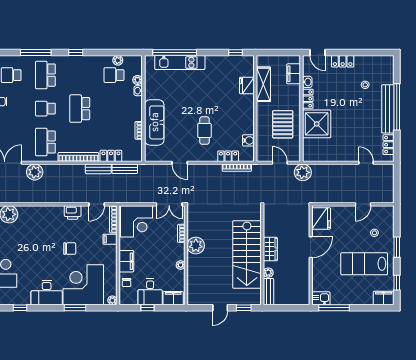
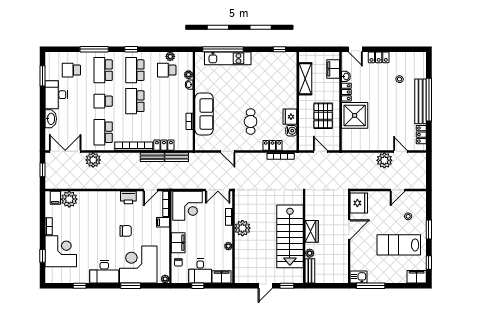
school desk: (80, 75) -> (135, 70), added
fridge: (247, 85) -> (290, 117), moved
plant: (303, 172) -> (384, 160), moved

